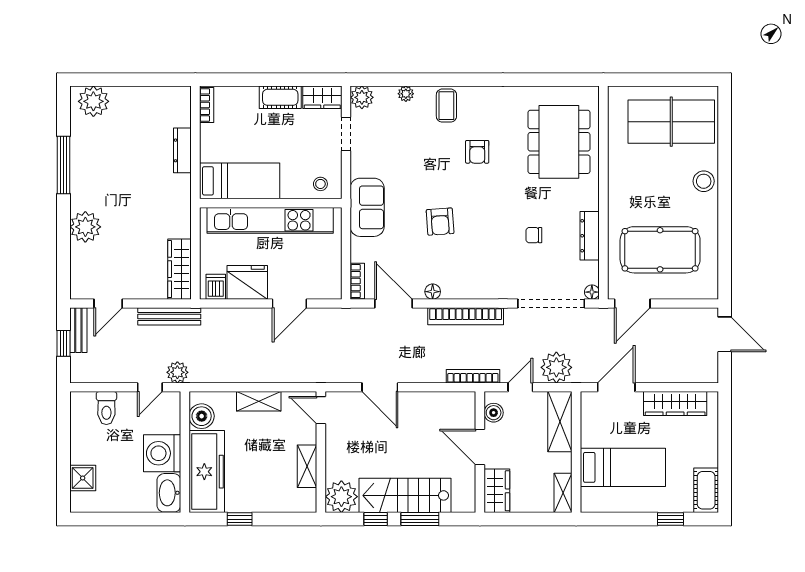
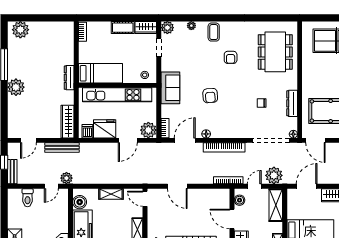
dresser: (182, 150) -> (69, 78), moved
plant: (85, 227) -> (16, 87), moved
plant: (327, 285) -> (148, 130), added
door: (393, 304) -> (185, 140), hinge flipped
door: (632, 304) -> (315, 140), hinge flipped
bench: (78, 330) -> (12, 172), moved
washing machine: (162, 453) -> (58, 222), removed

